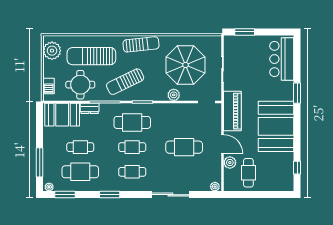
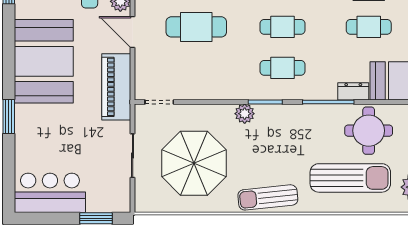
bar counter: (282, 59) -> (50, 193), moved, turned -90
sun lounger: (125, 82) -> (294, 136), removed
plant: (174, 95) -> (245, 114), moved
cafe table: (132, 122) -> (282, 68), width x0.73, depth x0.74

